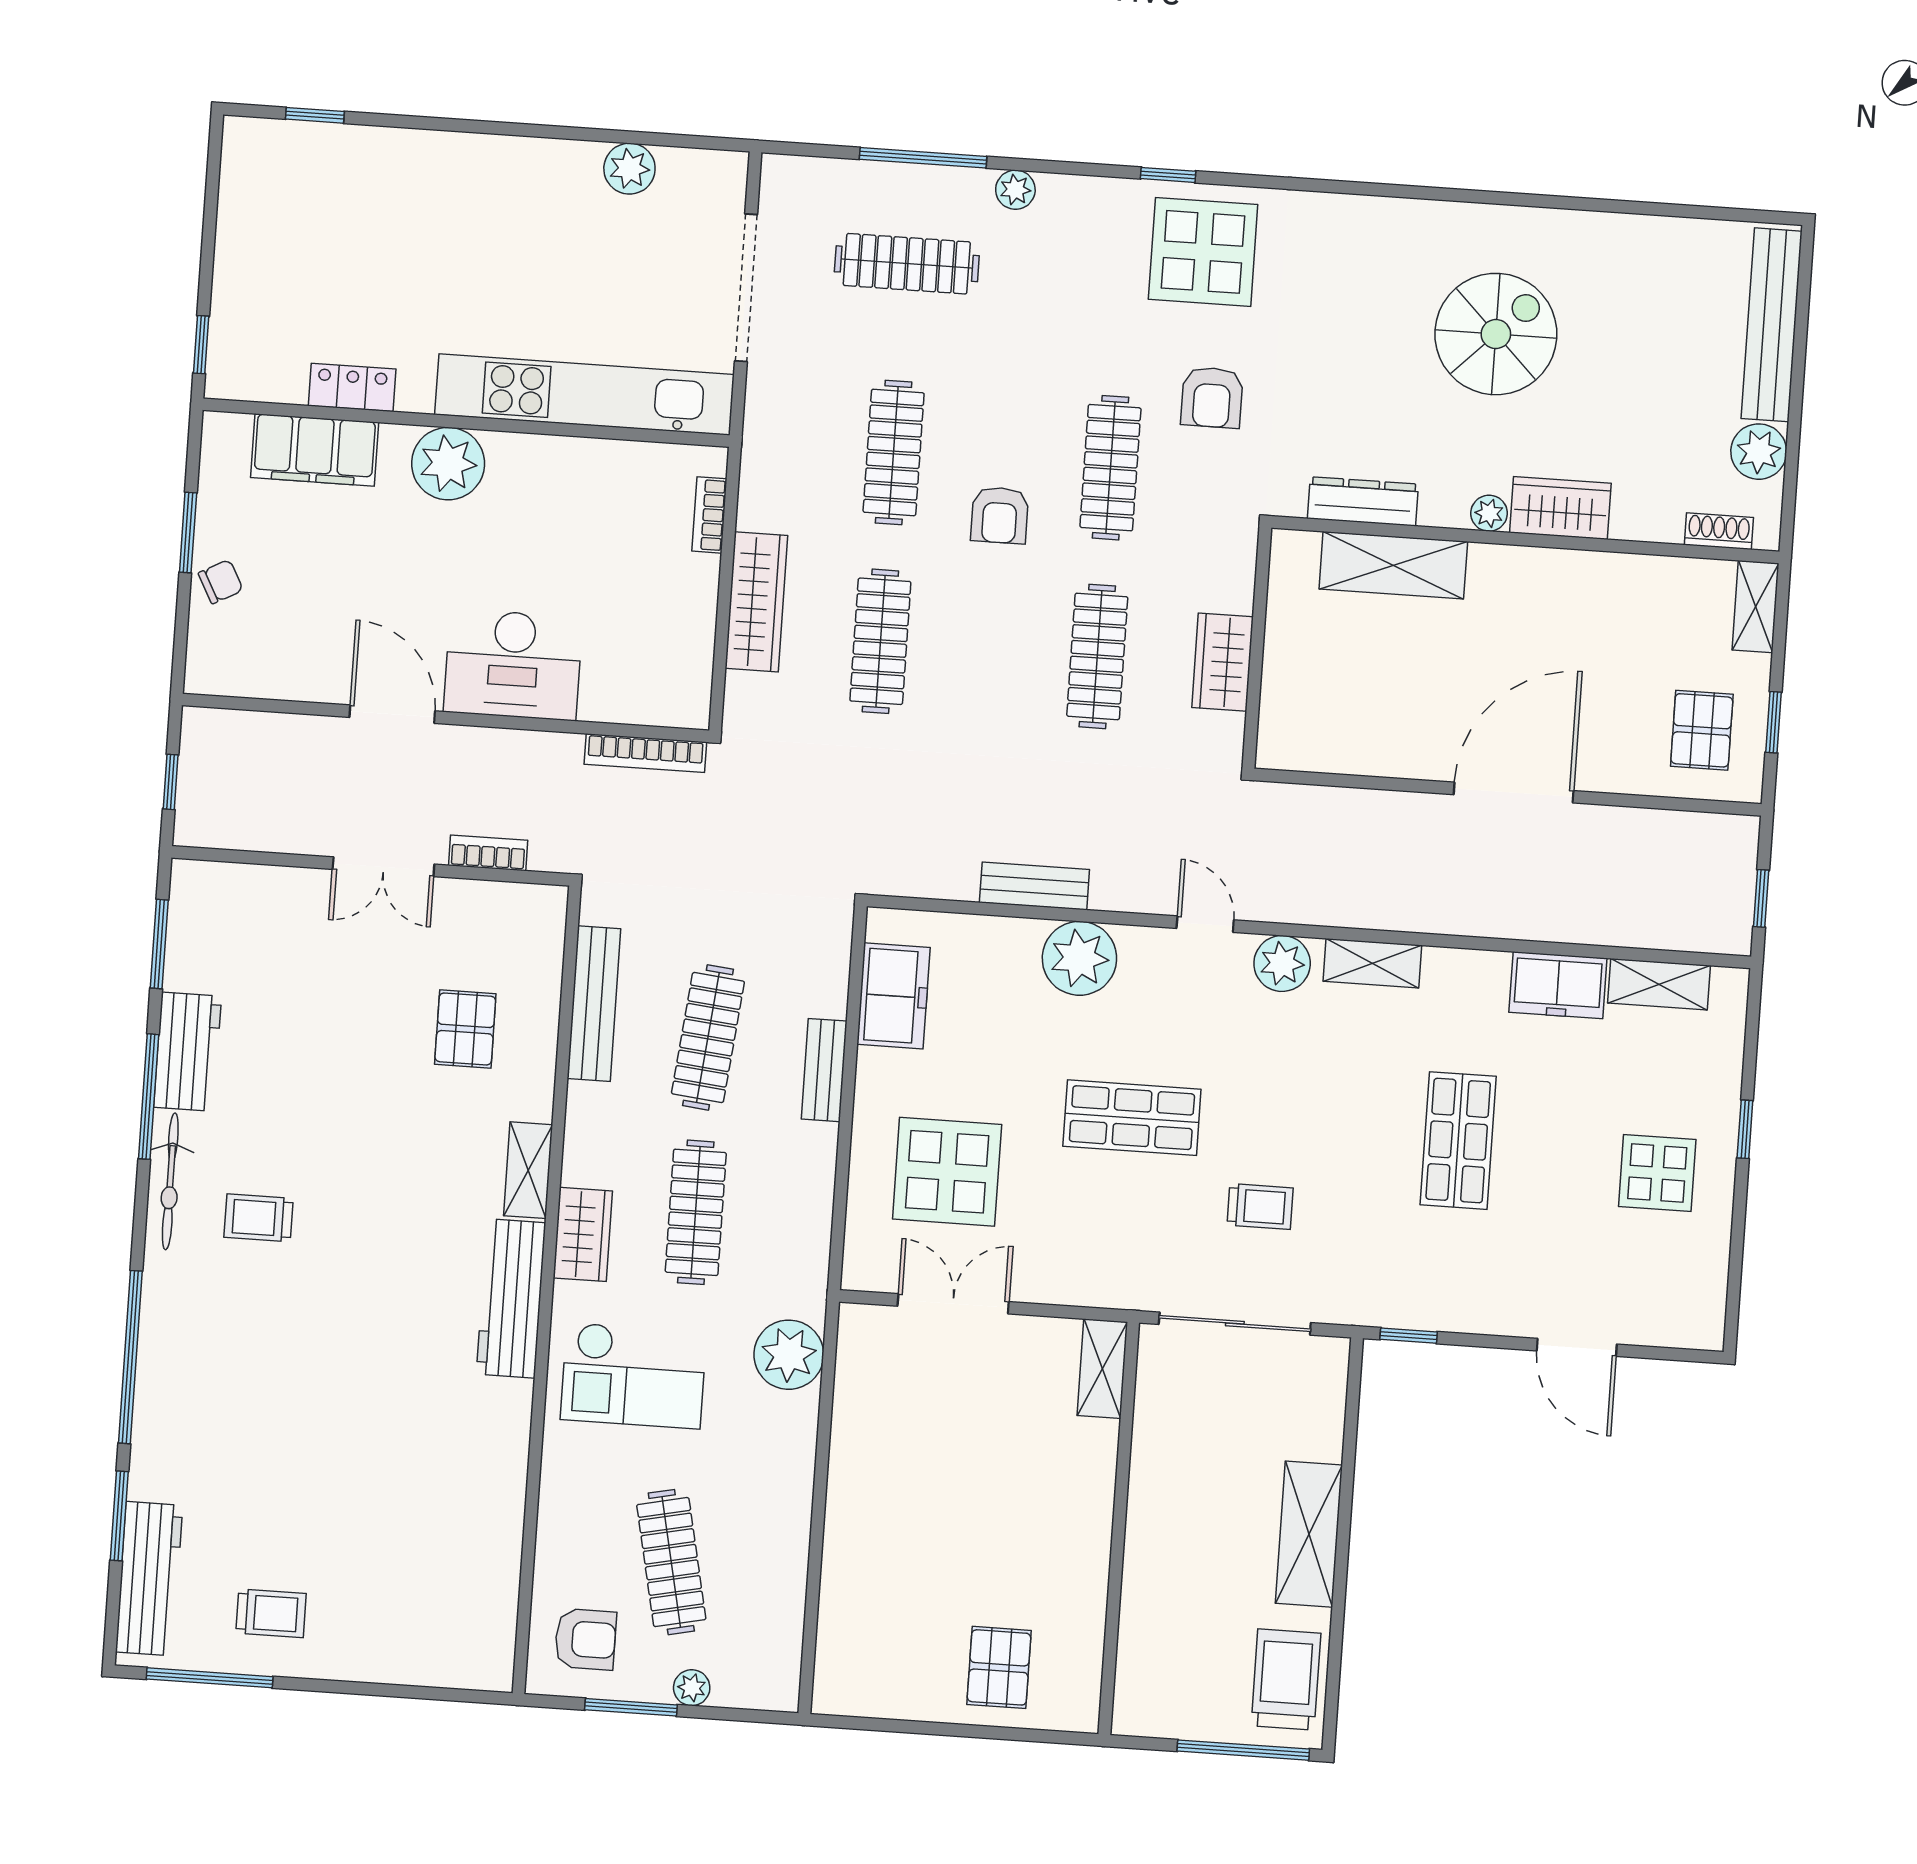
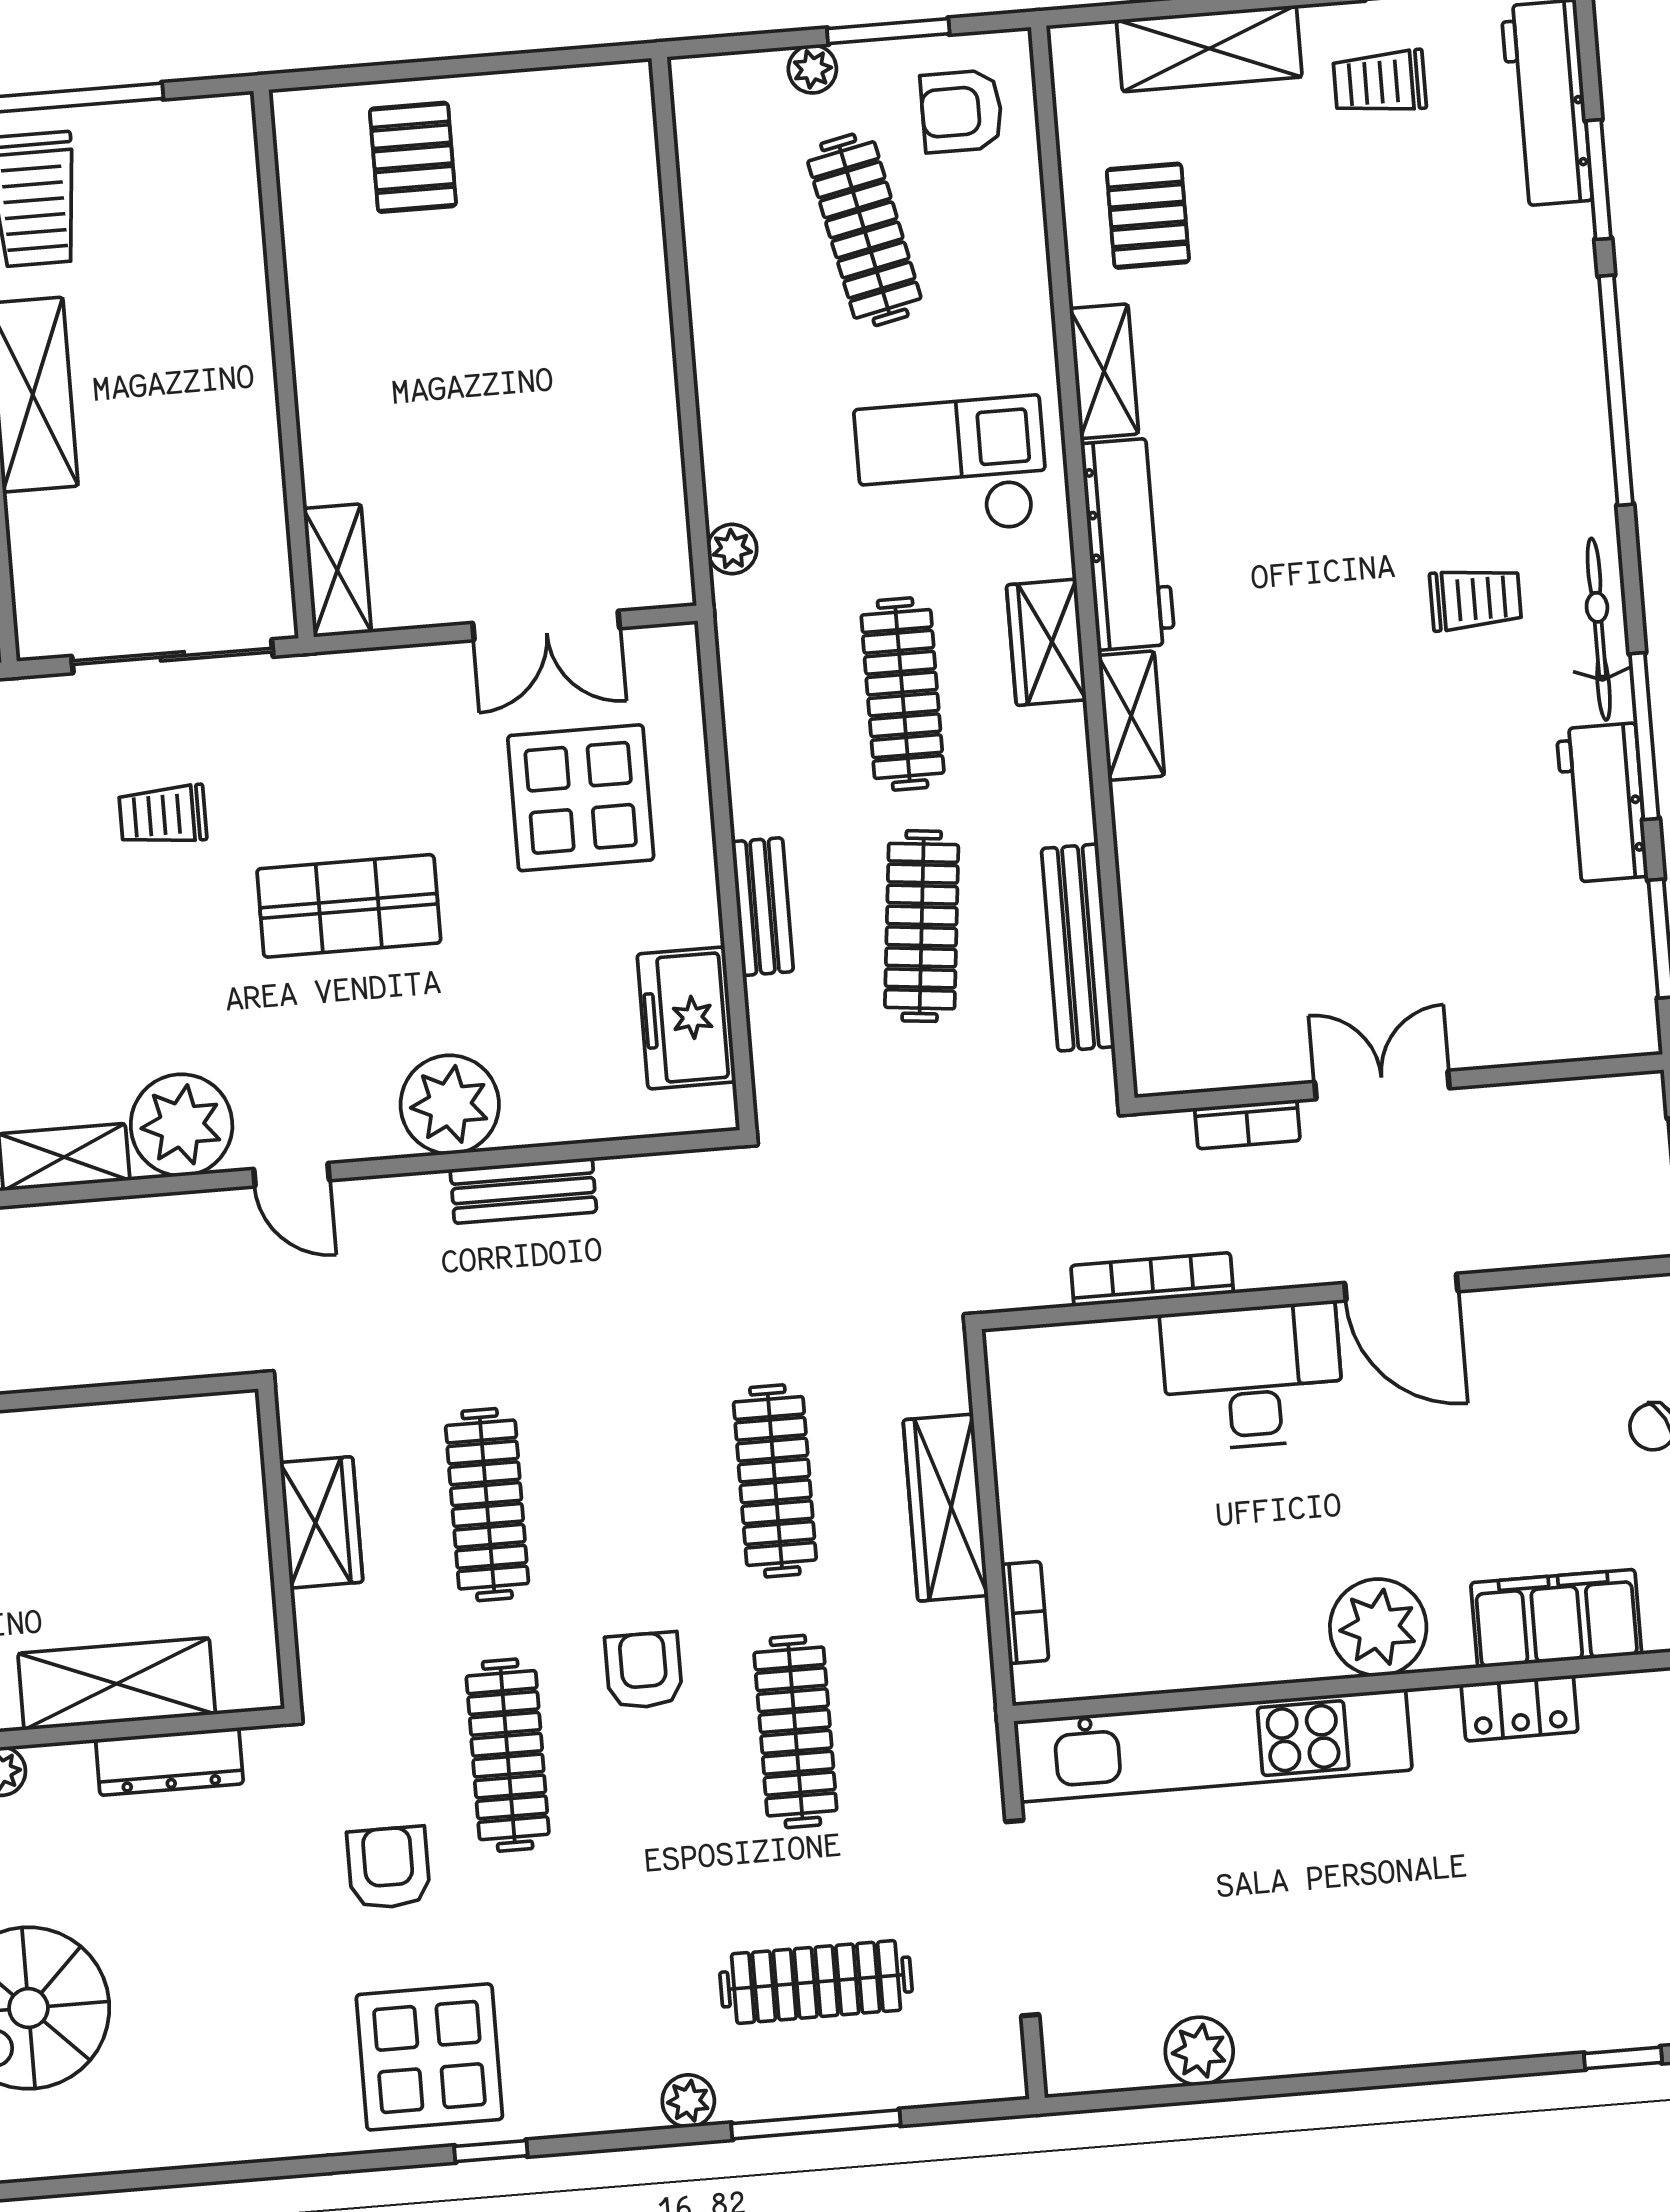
bookcase: (645, 753) -> (1152, 1279), moved
plant: (1282, 963) -> (182, 1125), width x1.36, depth x1.36
pallet: (465, 1029) -> (1148, 216), moved
plant: (789, 1355) -> (732, 549), width x0.53, depth x0.53
shelving: (509, 1430) -> (1104, 371), added
shelving: (394, 1658) -> (1209, 49), added

